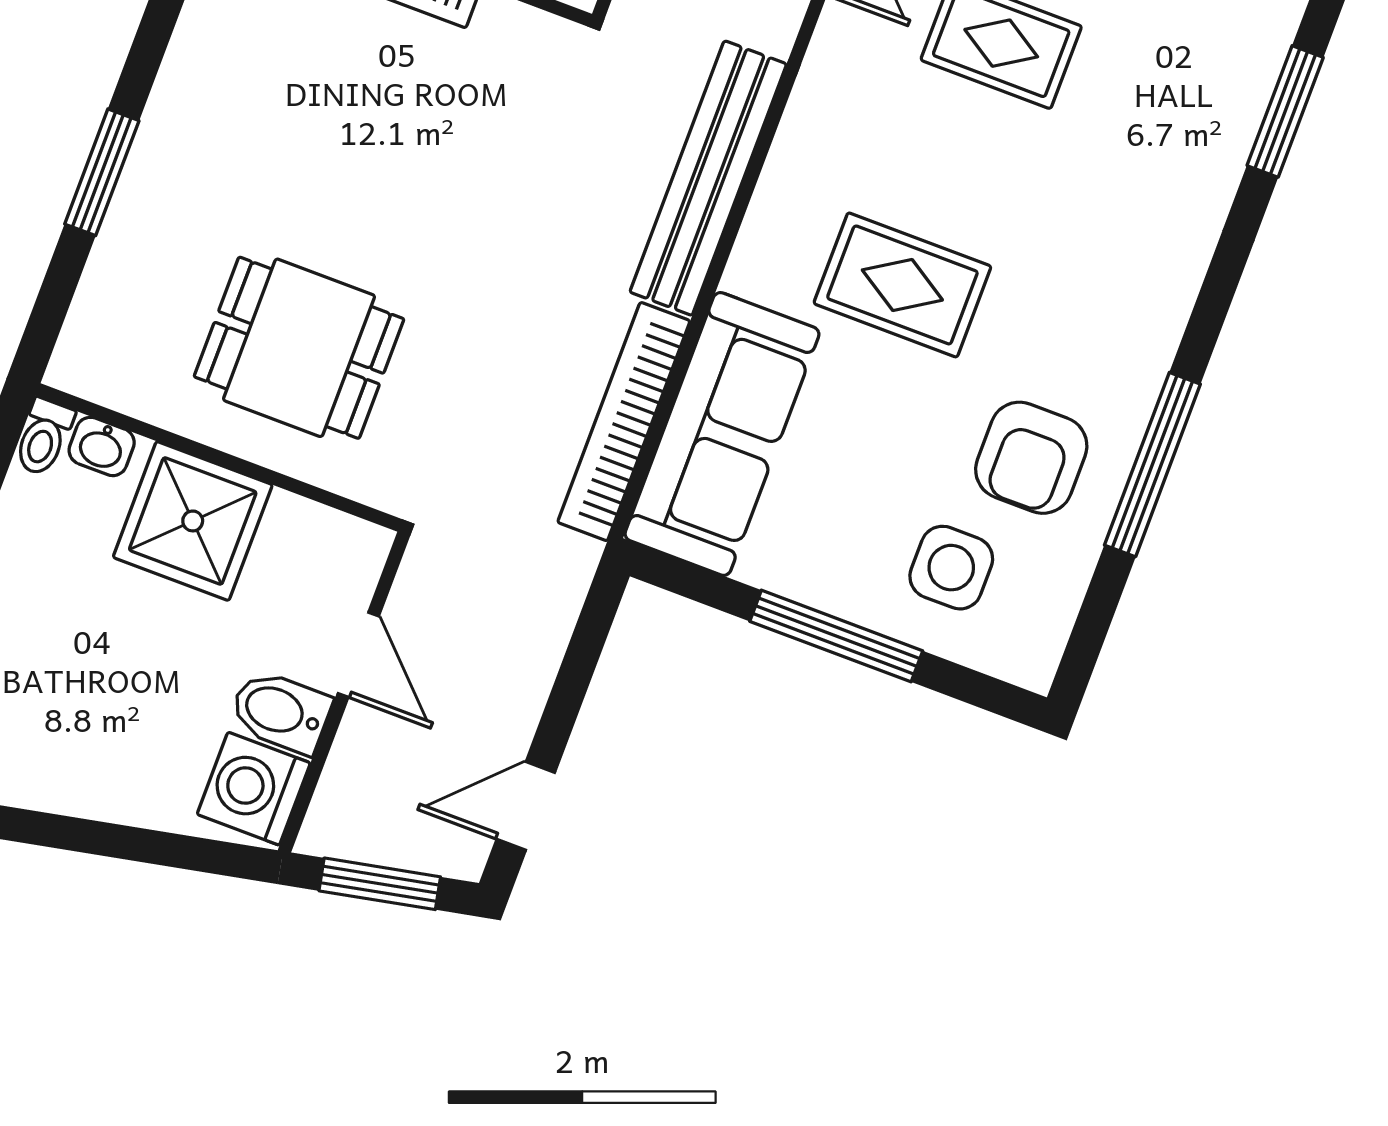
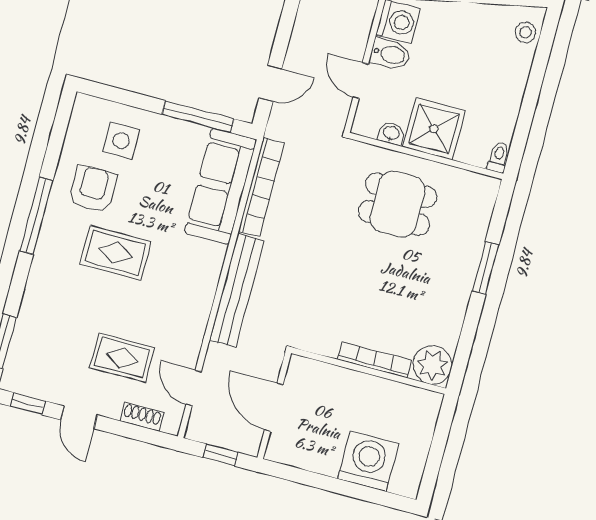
rug: (902, 285) -> (115, 253), moved
washbasin: (102, 446) -> (391, 133), moved
window: (1152, 465) -> (36, 216), moved
window: (836, 636) -> (198, 117), moved
door: (526, 806) -> (270, 83), moved

